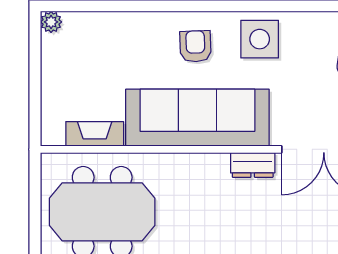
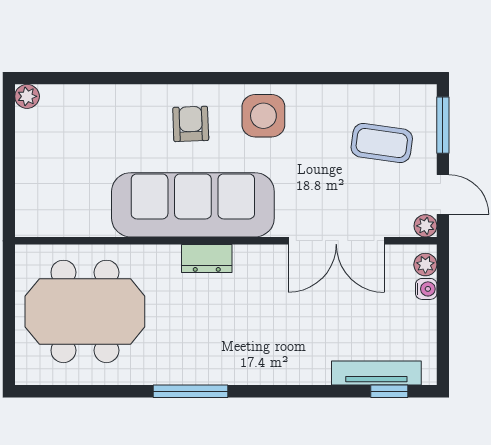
fireplace: (95, 134) -> (77, 223), removed
dresser: (253, 165) -> (207, 258), moved

